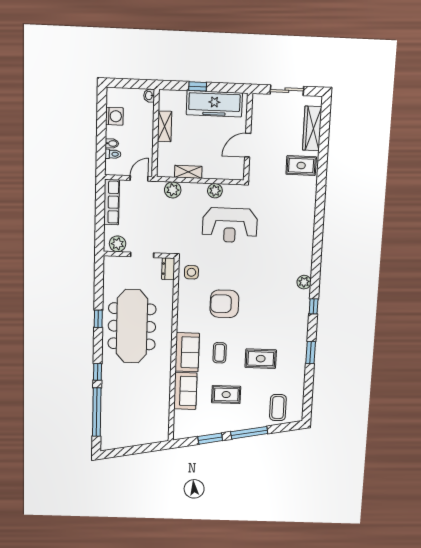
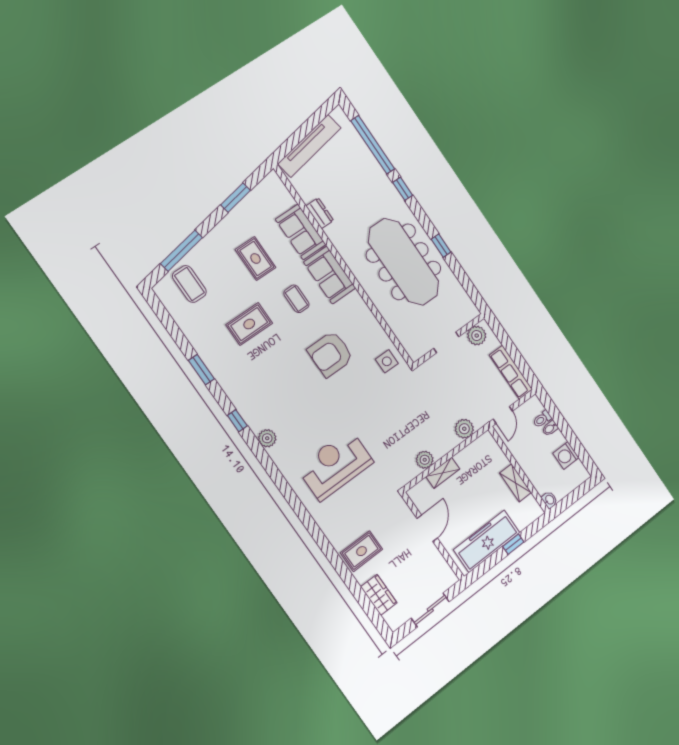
wardrobe: (312, 128) -> (379, 595), width x0.67
shelving: (188, 172) -> (443, 473), moved
reception desk: (230, 225) -> (335, 465), moved
dresser: (168, 269) -> (320, 213), moved
armchair: (224, 304) -> (330, 354), turned 180
rug: (226, 395) -> (256, 259), turned 90
window: (249, 433) -> (182, 251), moved
tv unit: (139, 438) -> (309, 146), added

